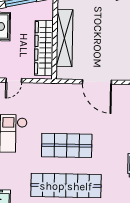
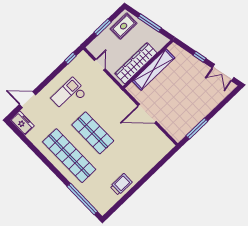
door: (14, 80) -> (100, 65), swing flipped
door: (97, 82) -> (147, 114), hinge flipped

